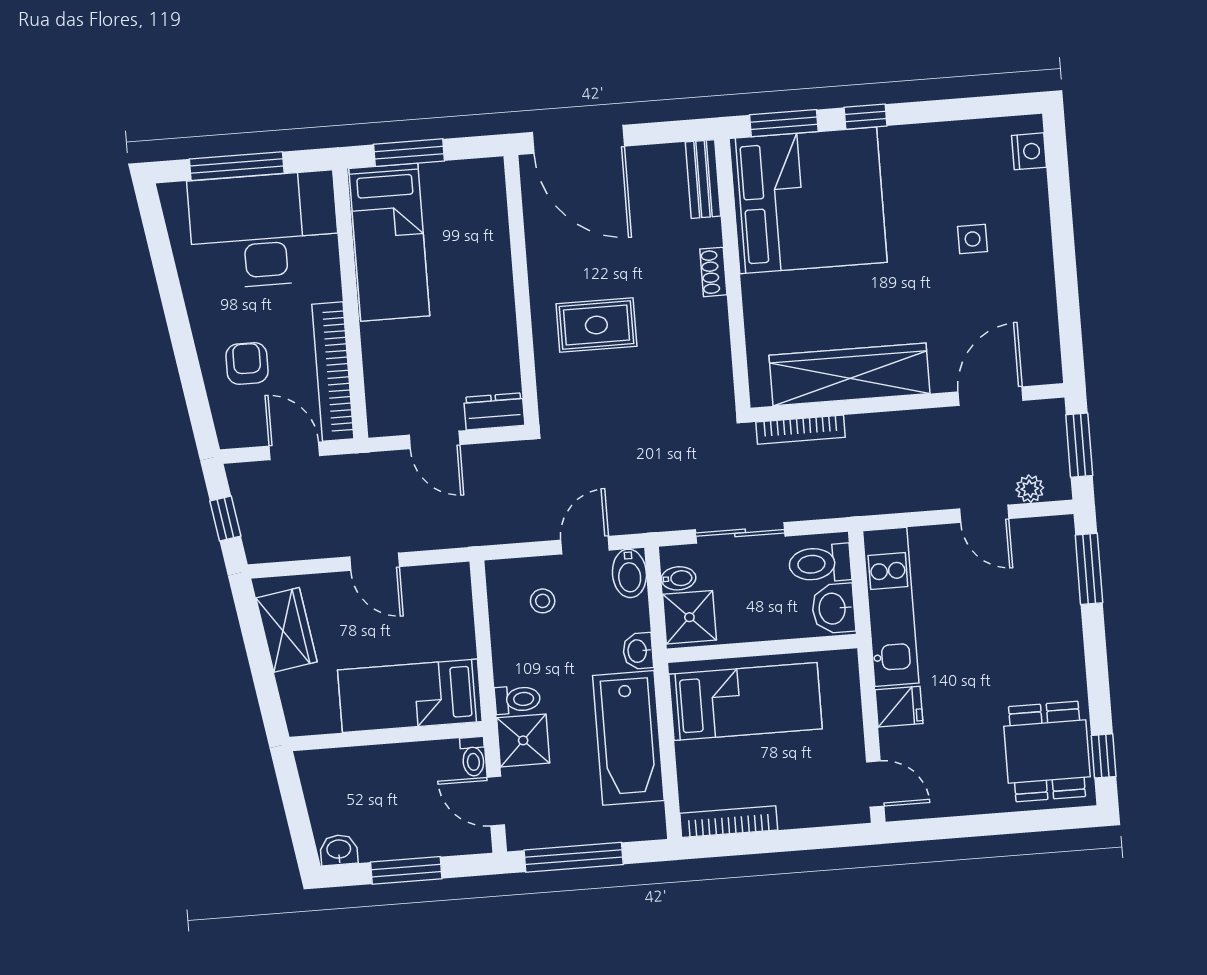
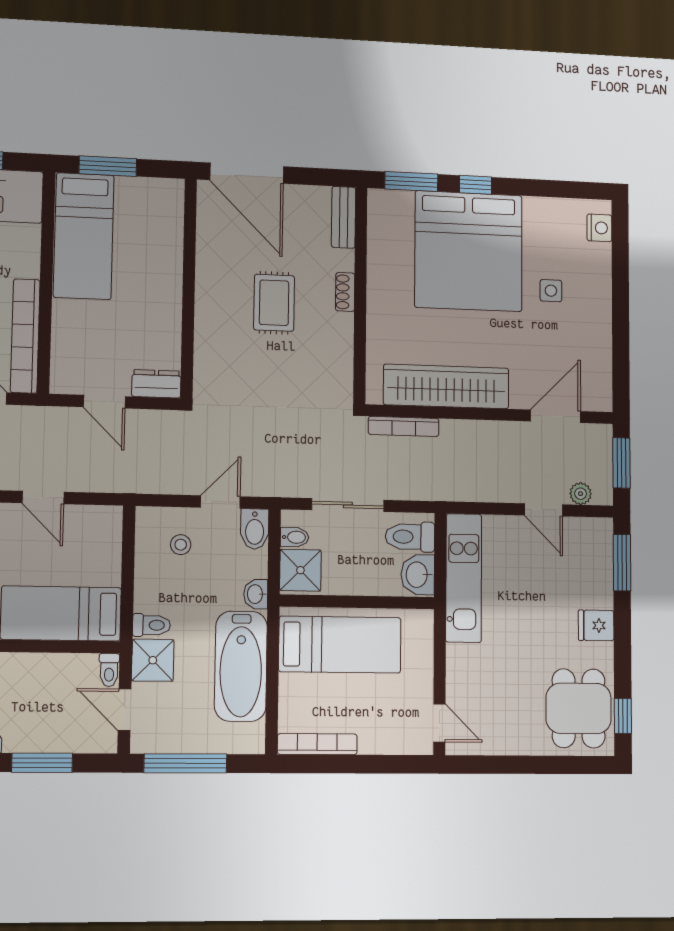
bed: (808, 200) -> (469, 251), moved, turned 90
rug: (596, 325) -> (274, 303), moved, turned 90
fridge: (899, 707) -> (596, 625), moved, turned 180

